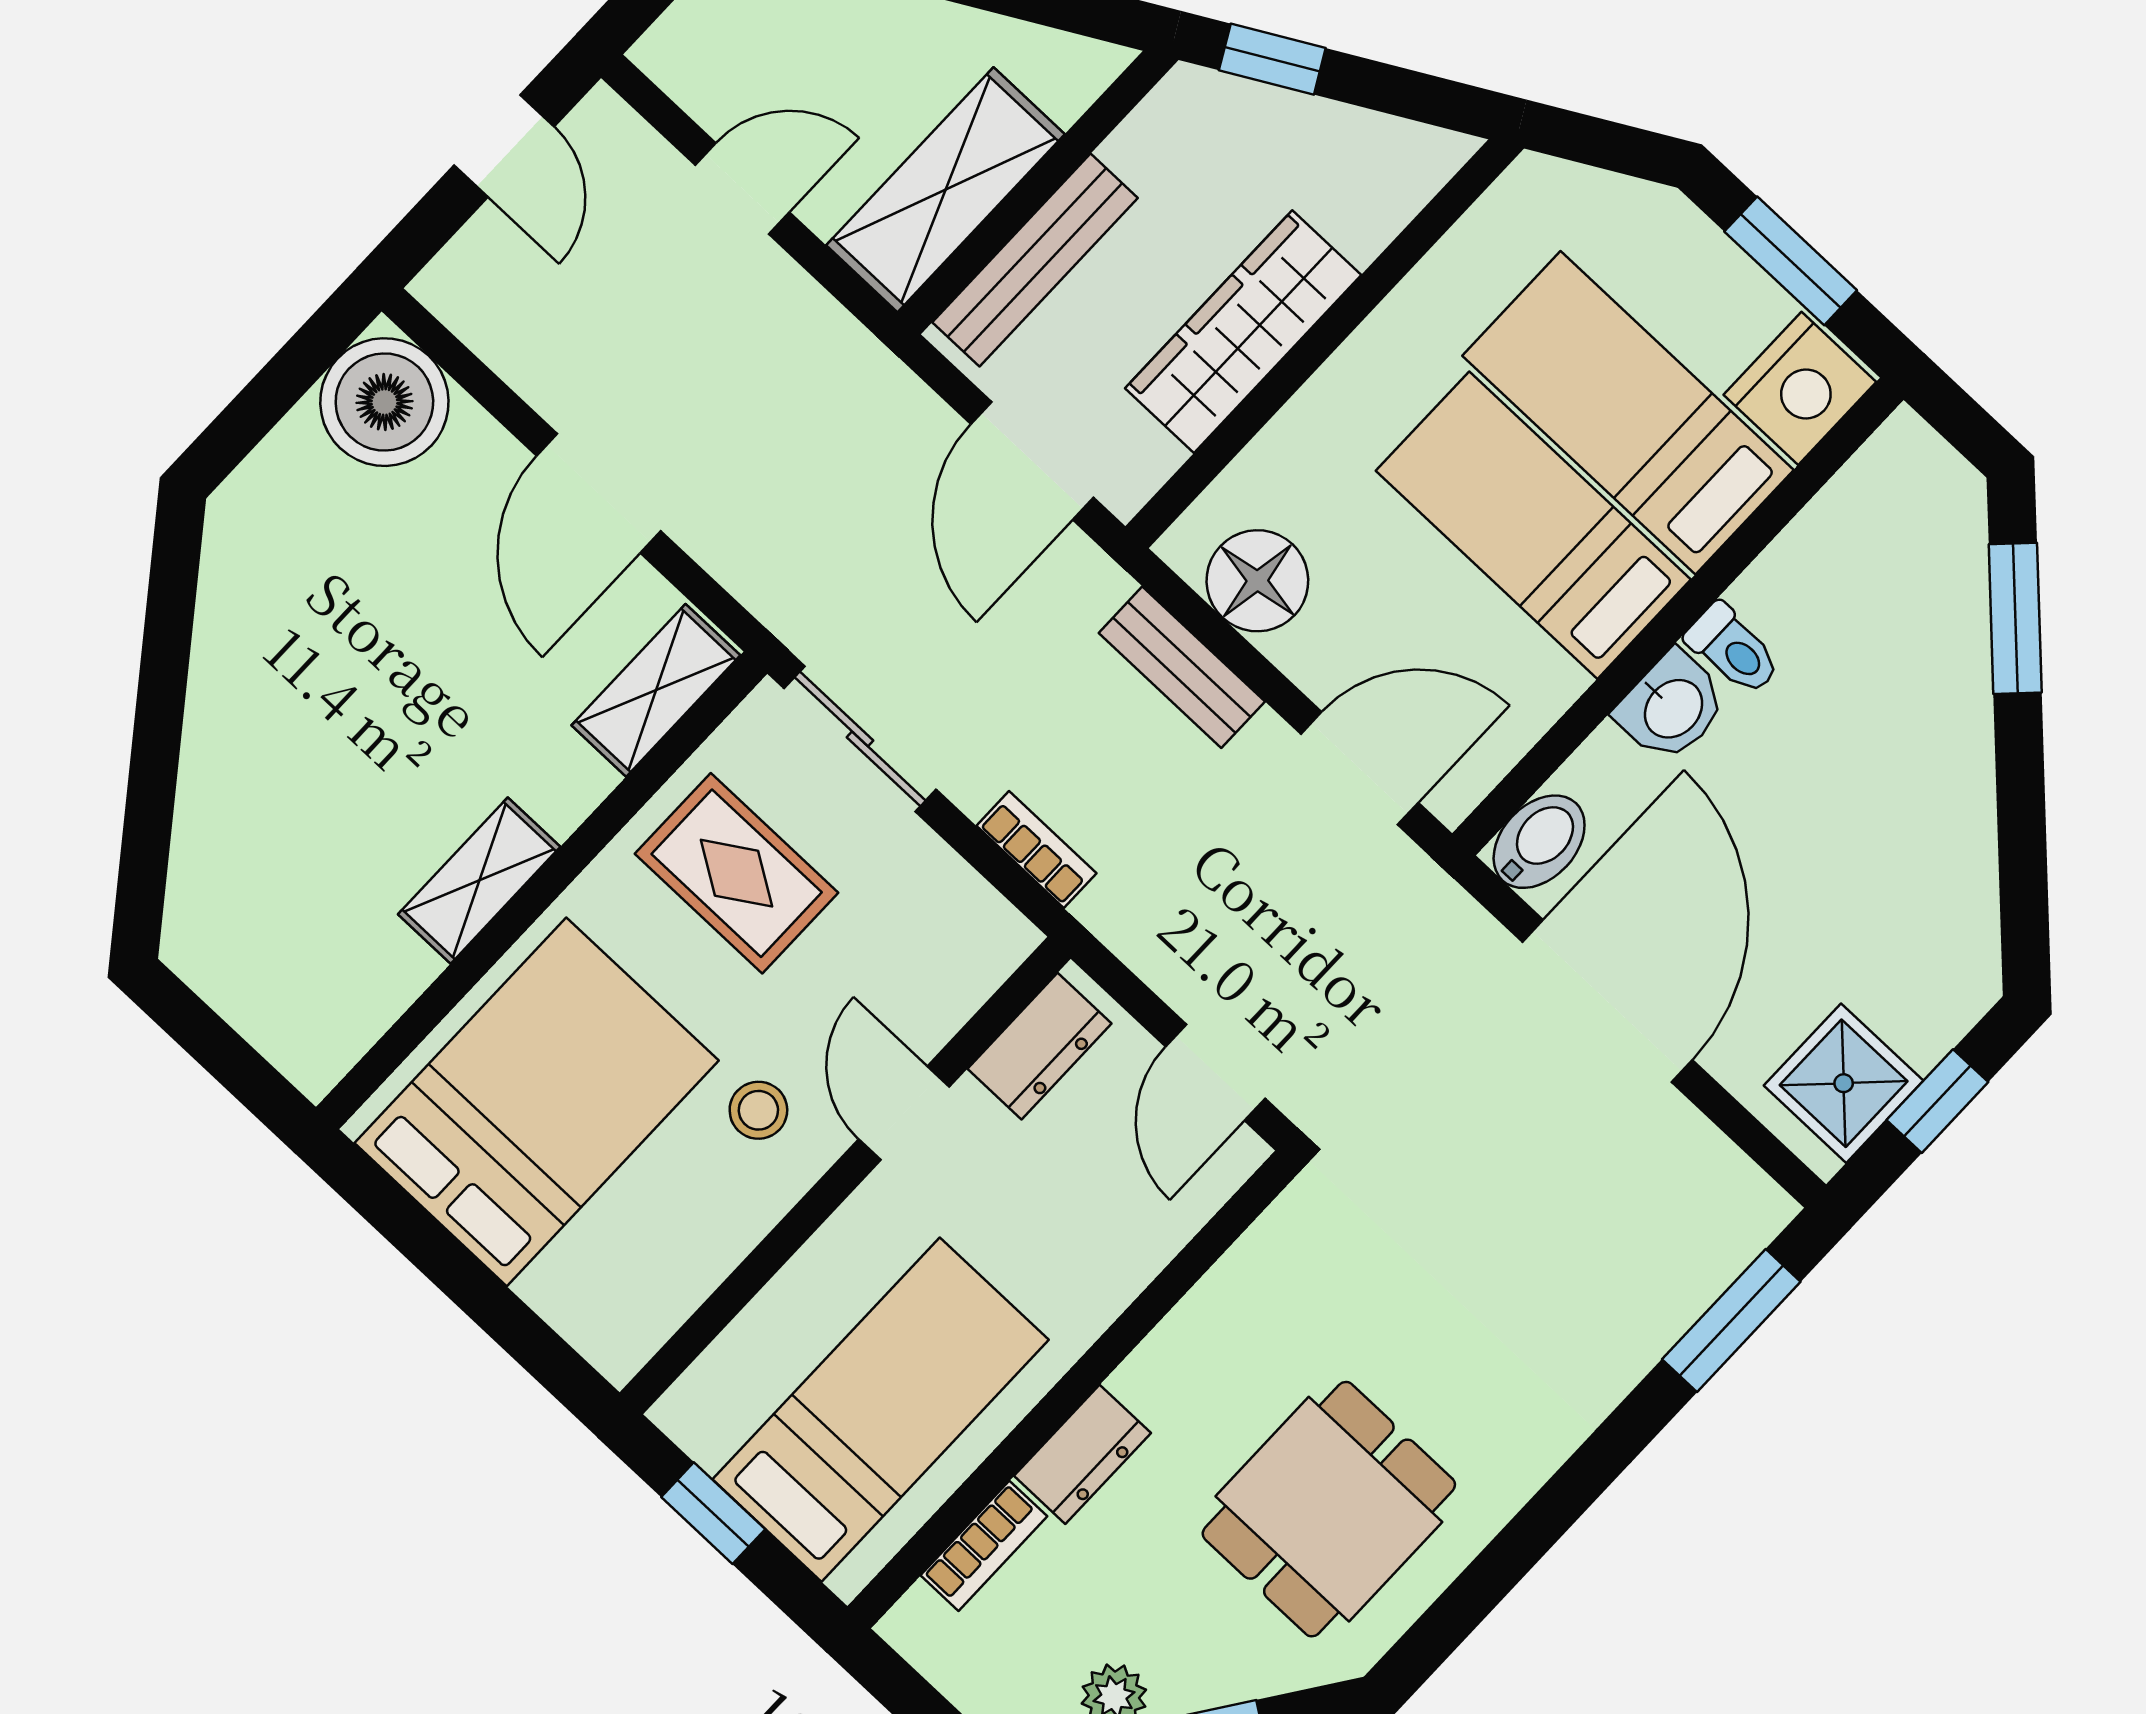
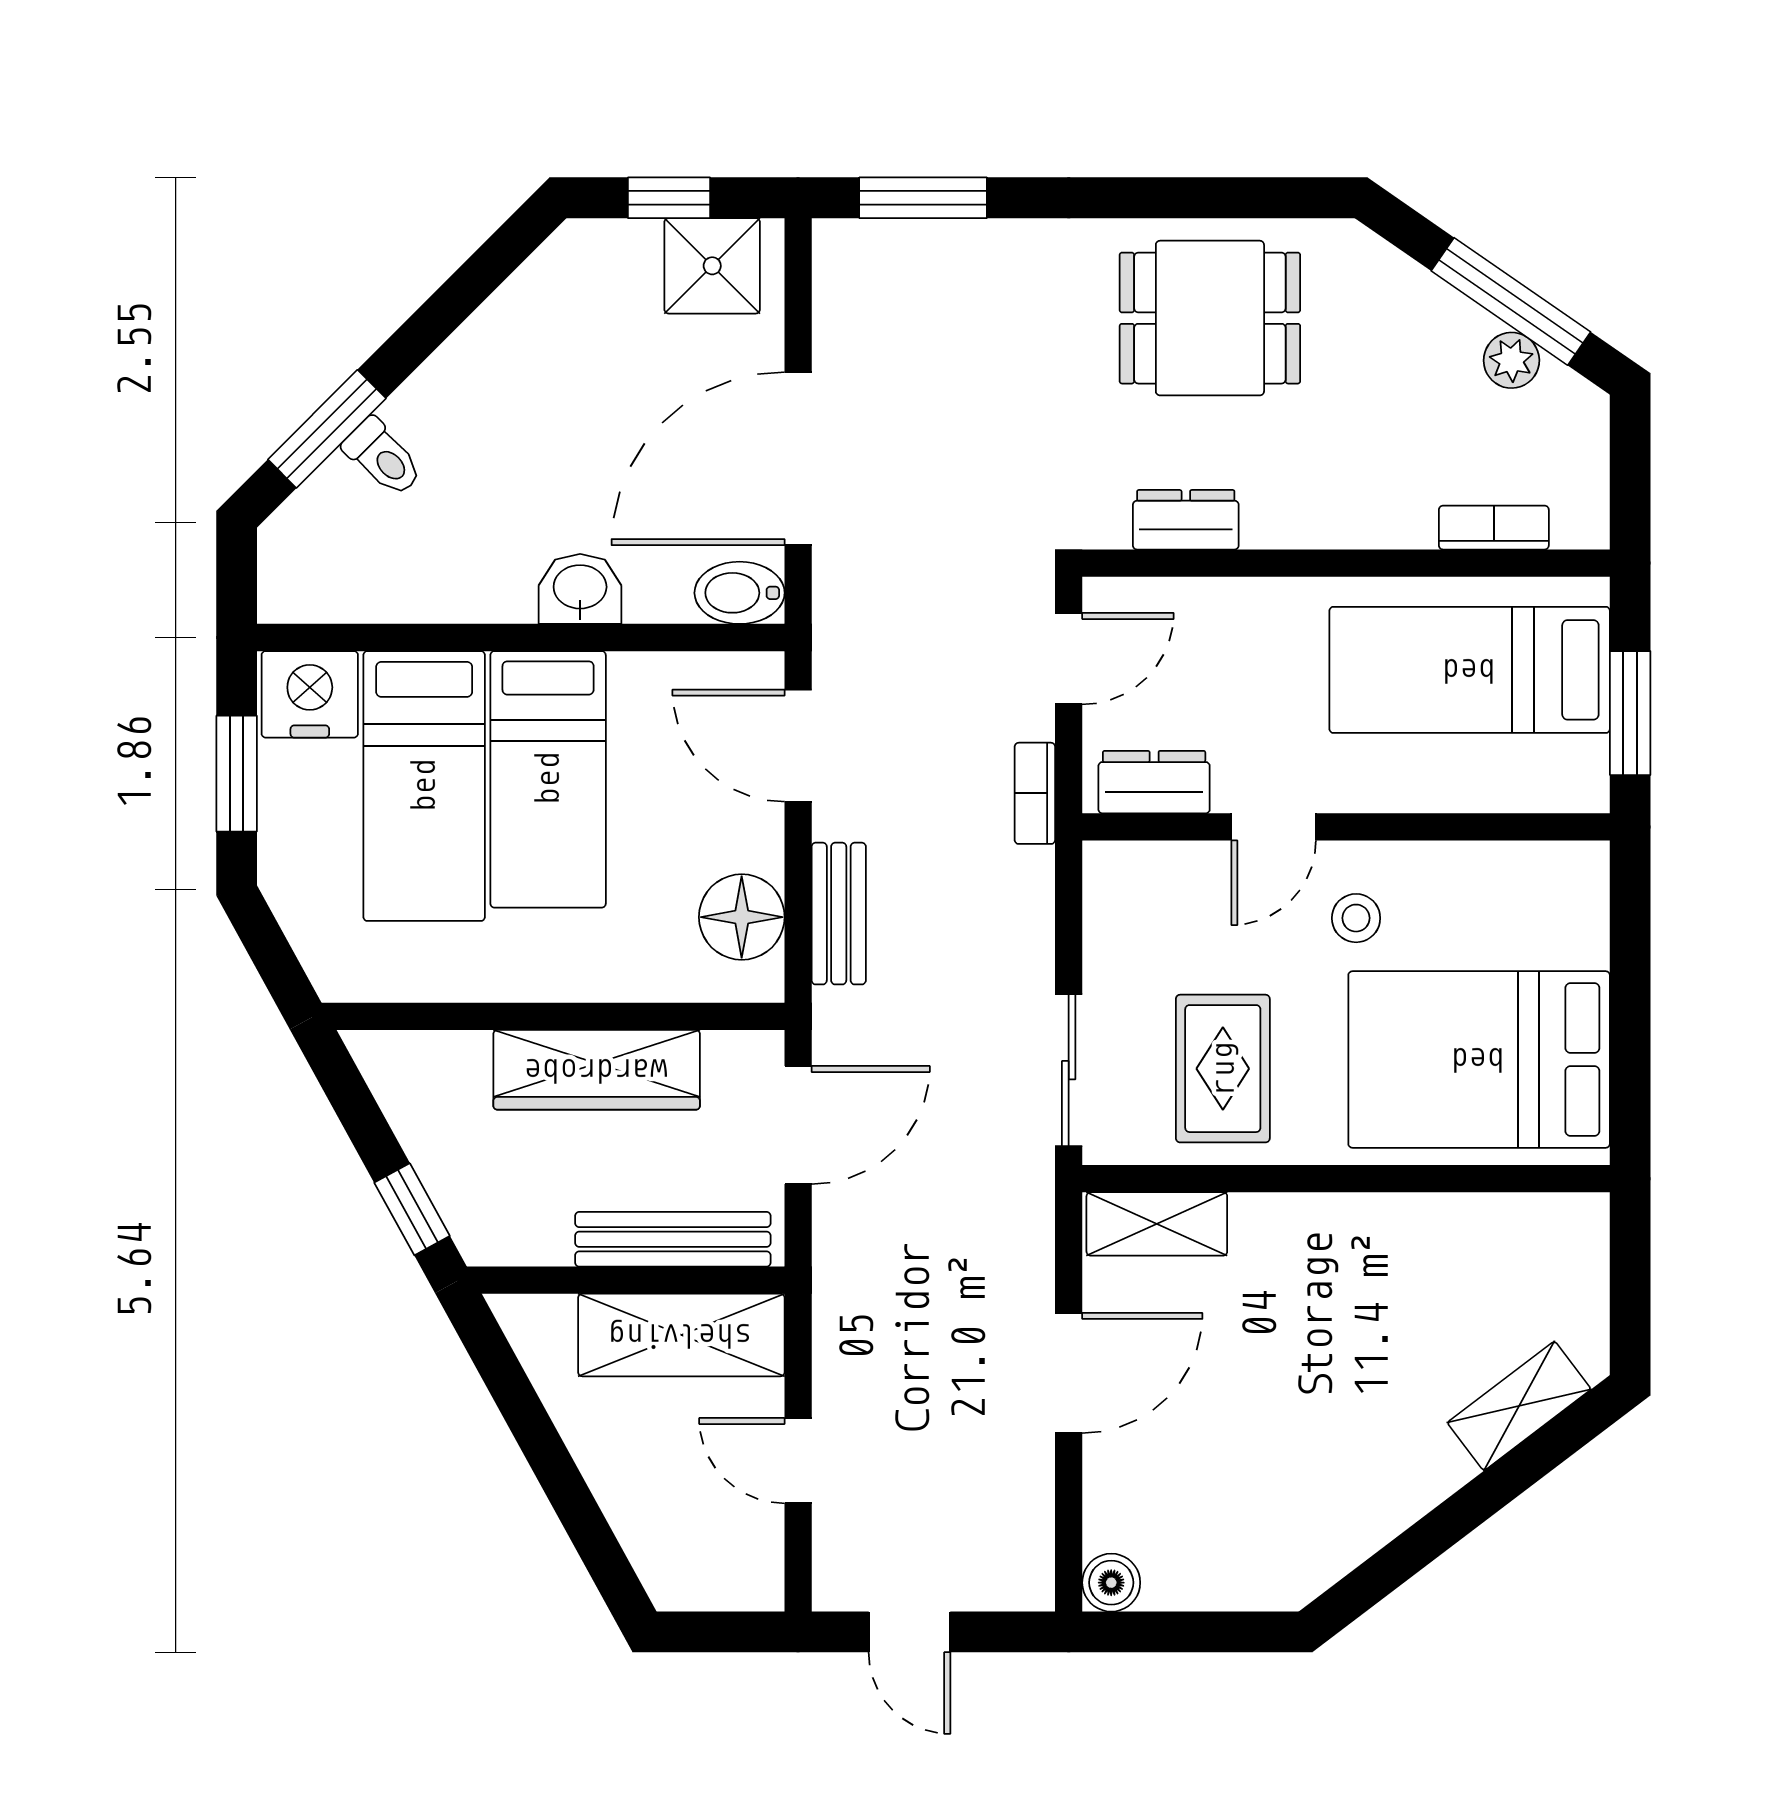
door: (504, 146) -> (909, 1632), swing flipped
boiler: (384, 402) -> (1111, 1583), width x0.54, depth x0.54
toilet: (1733, 649) -> (383, 457), moved, turned 135
bookcase: (1036, 850) -> (1035, 793), moved
shelving: (479, 881) -> (1519, 1406), moved, turned -37
dresser: (1082, 1454) -> (1186, 520), moved
dining table: (1329, 1509) -> (1210, 318), moved
window: (713, 1513) -> (1630, 713), width x1.50

